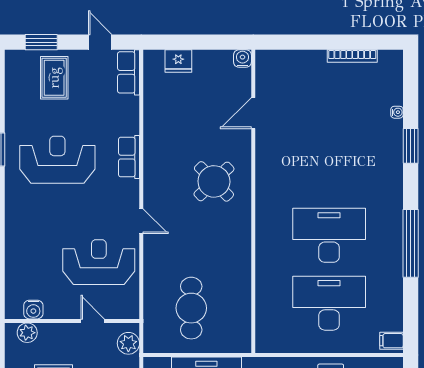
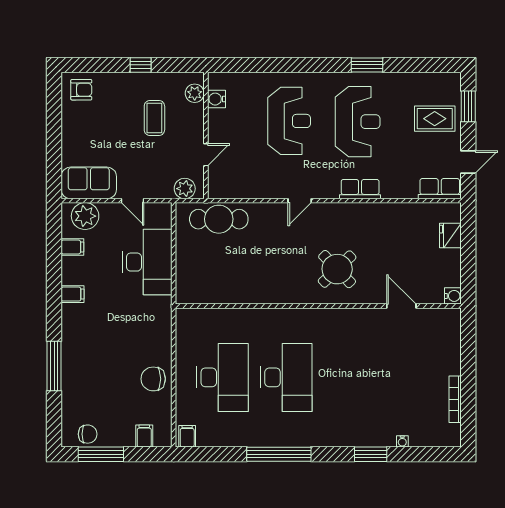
reception desk: (99, 262) -> (289, 121), moved
cafe table: (191, 308) -> (219, 219), moved

